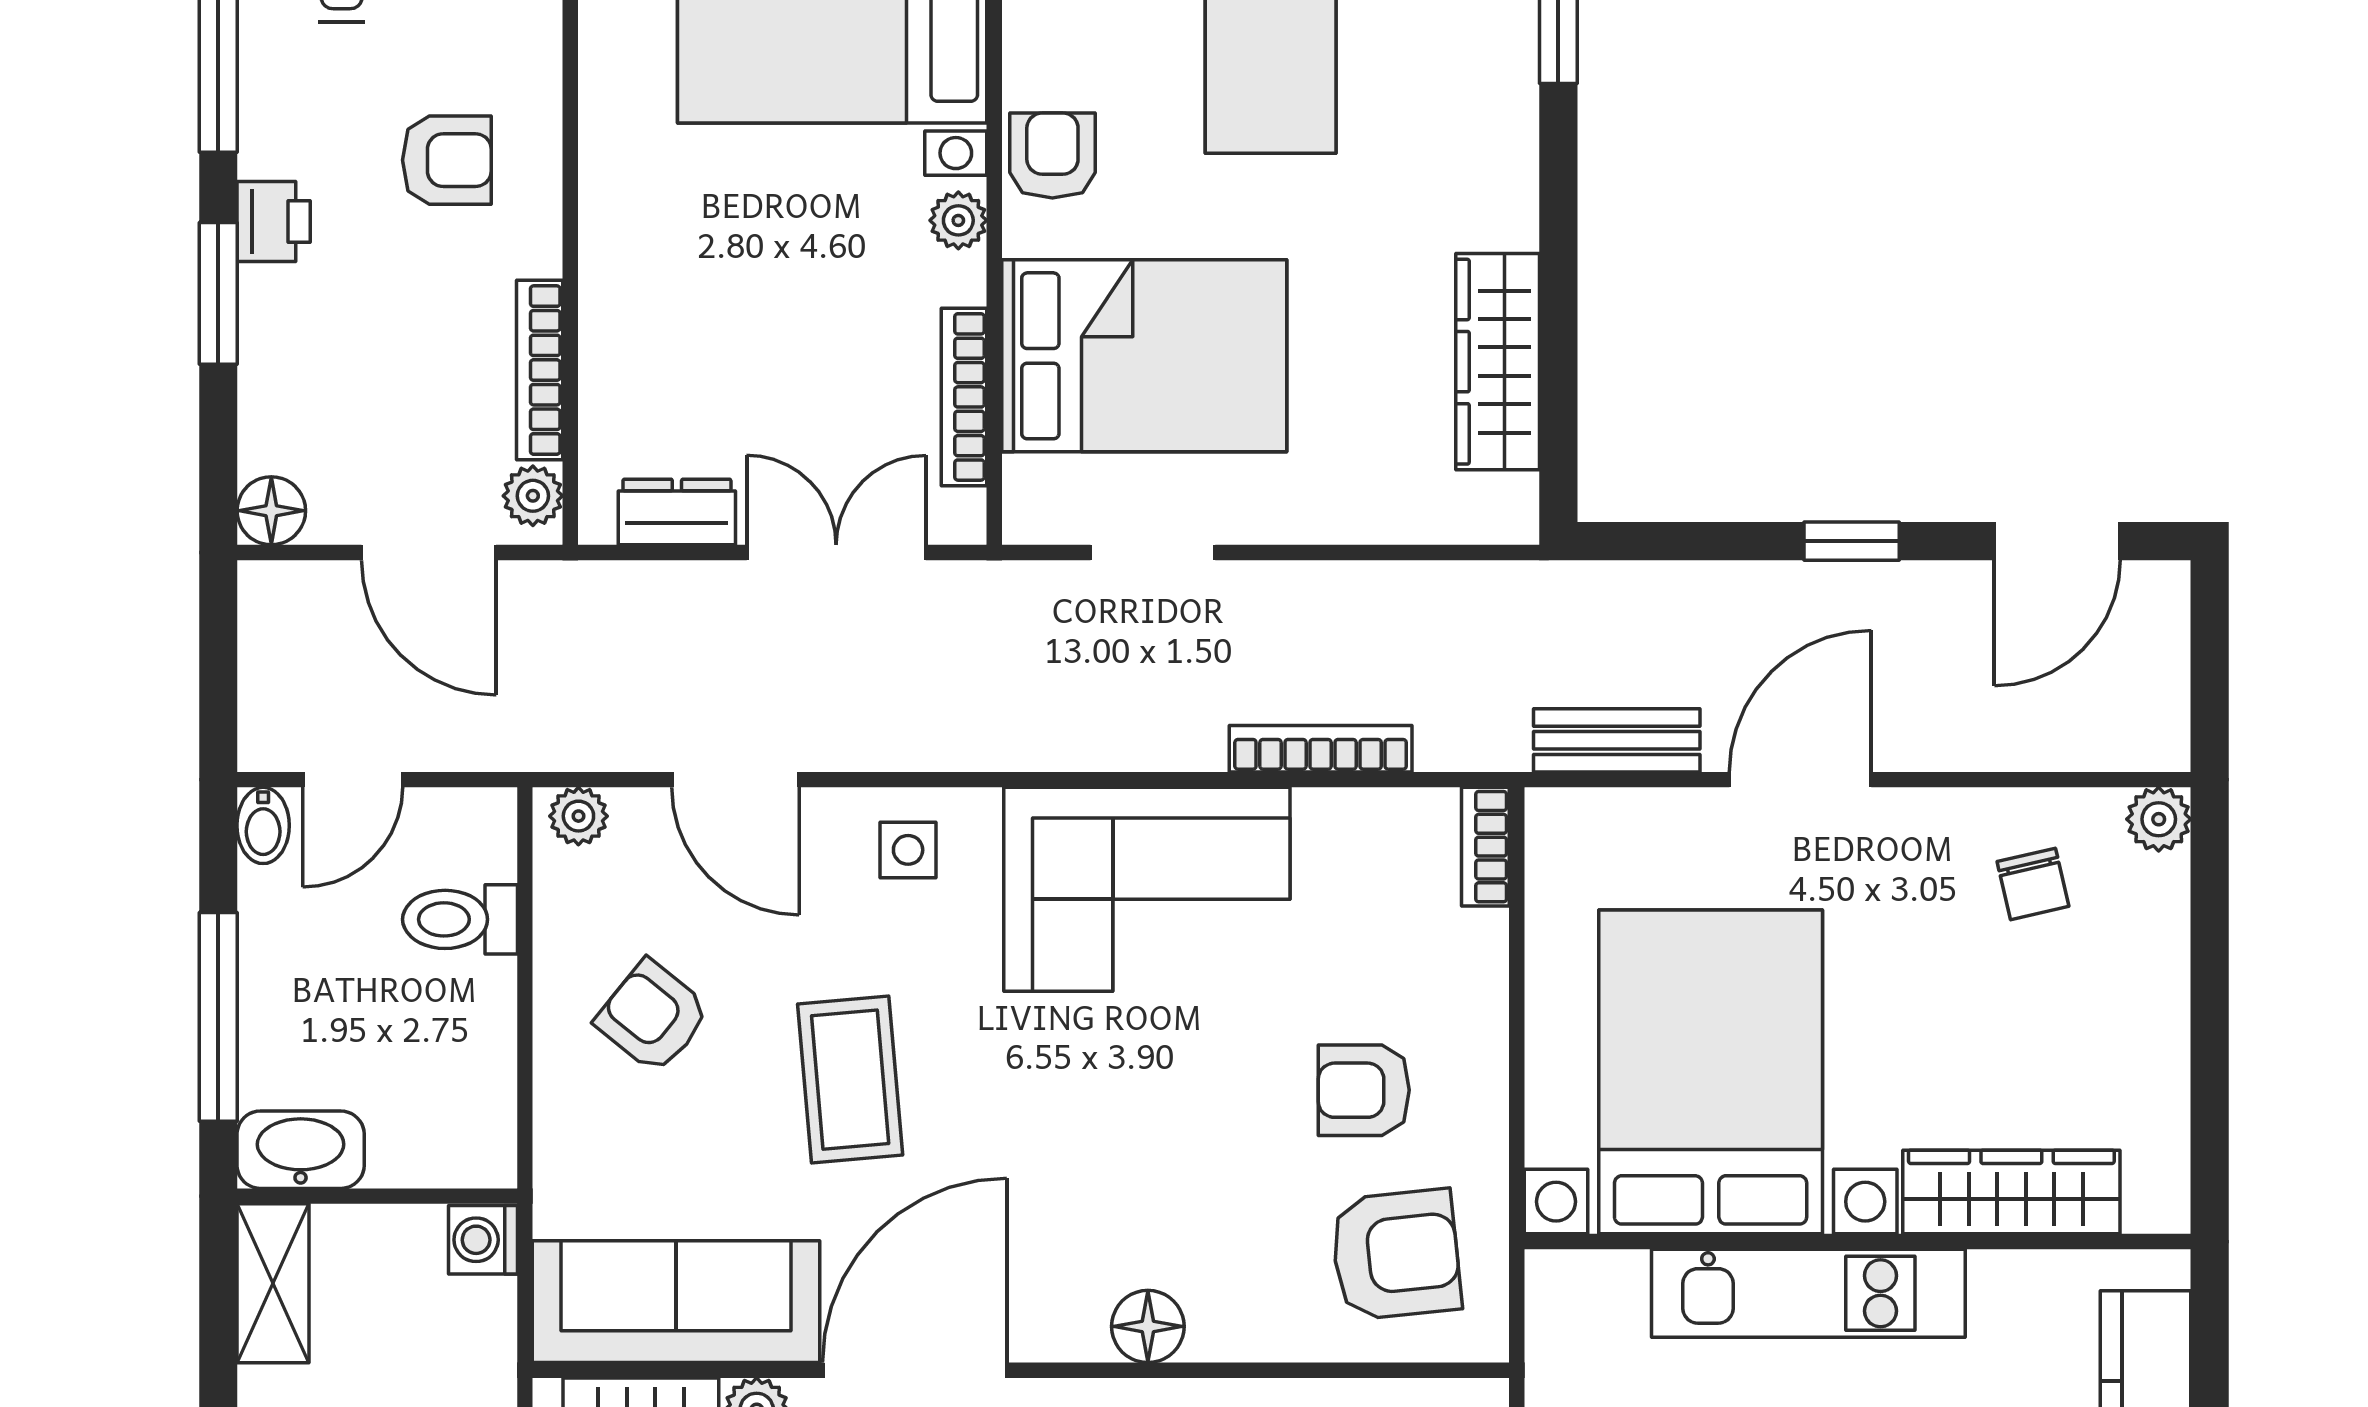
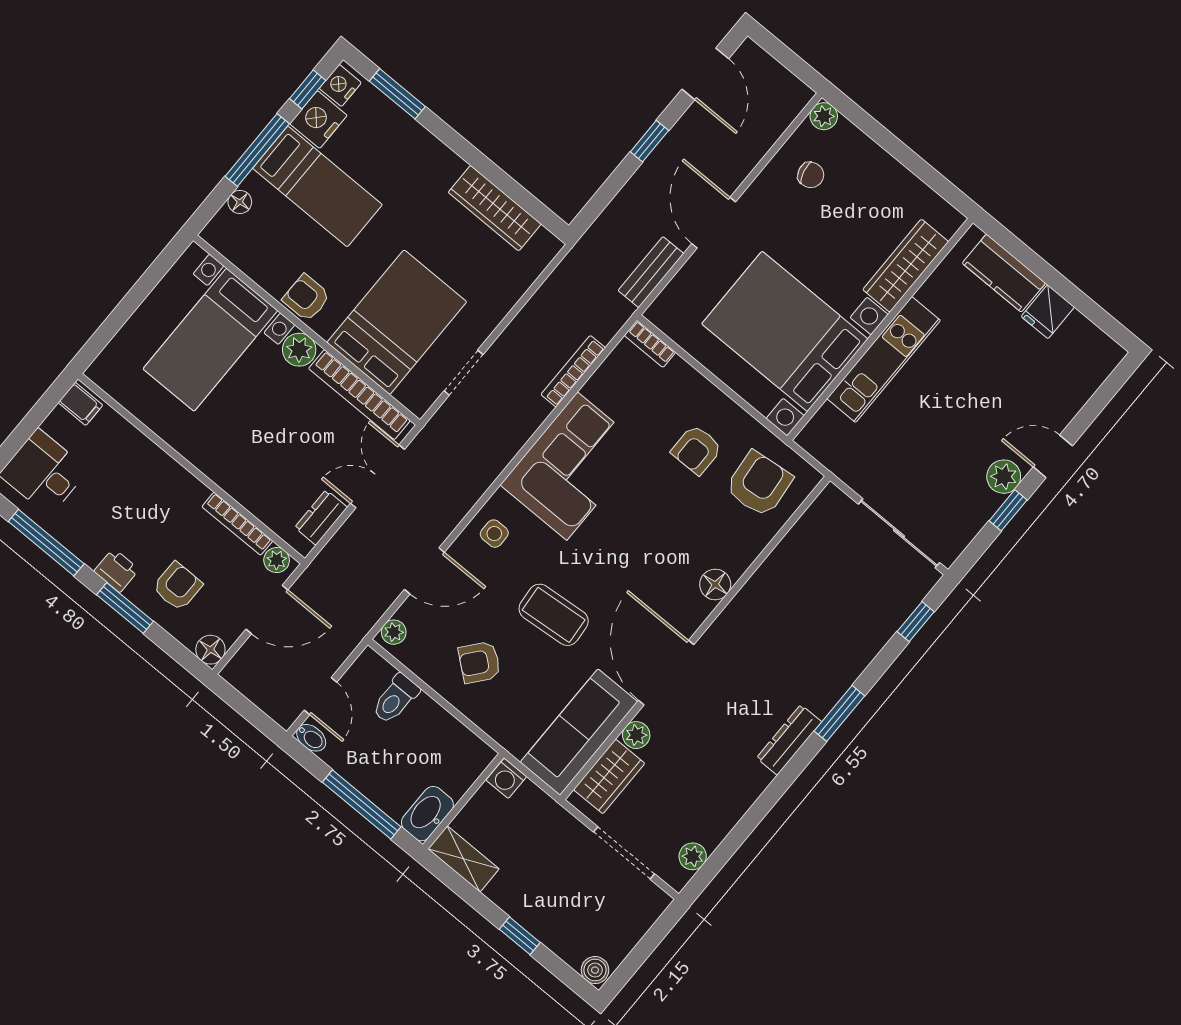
armchair: (447, 160) -> (177, 586), moved
plant: (958, 220) -> (299, 350), width x1.38, depth x1.38
bookcase: (964, 397) -> (359, 395), width x1.48, depth x1.31

